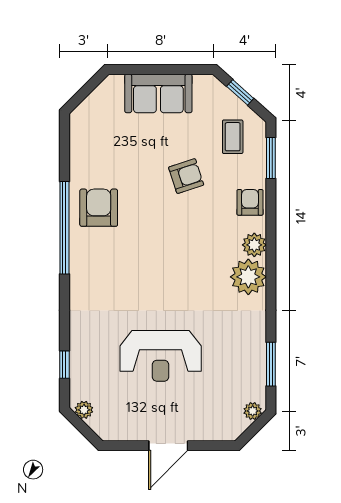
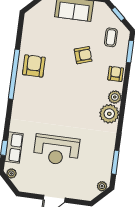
row of seats: (82, 362) -> (14, 148), added

